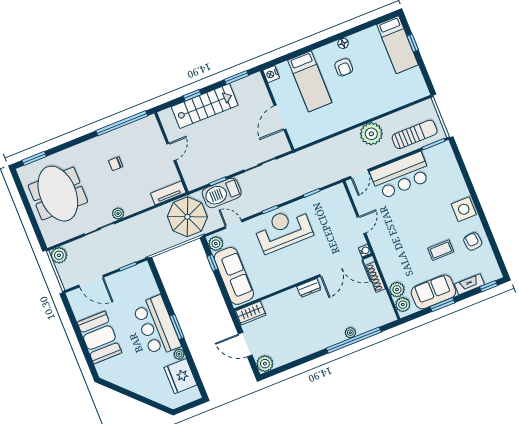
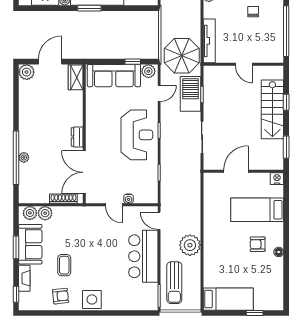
bed: (398, 45) -> (228, 299), moved, turned 180
door: (280, 117) -> (236, 171), hinge flipped
tv unit: (168, 193) -> (209, 41), width x1.41
water cooler: (365, 251) -> (129, 199), moved

